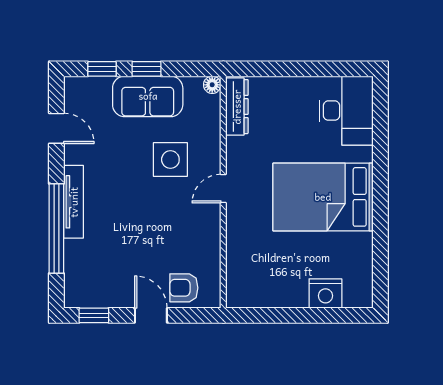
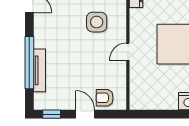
door: (223, 189) -> (128, 52), moved
tv unit: (74, 202) -> (40, 70), moved

